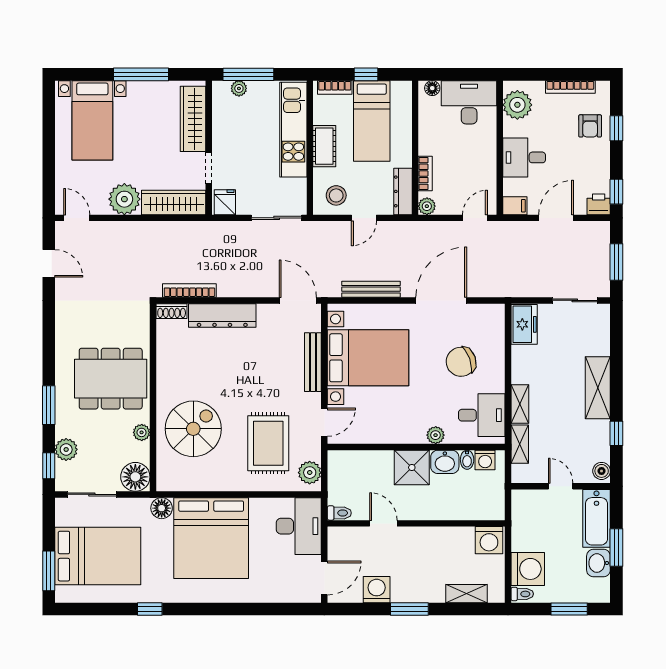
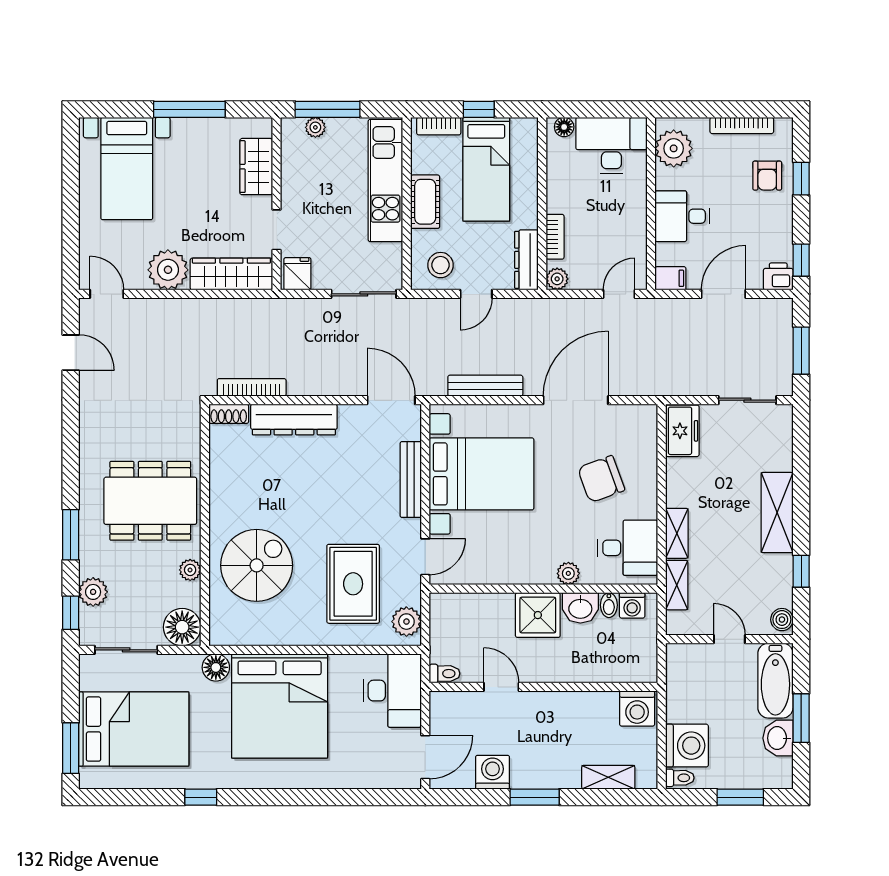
wardrobe: (193, 119) -> (256, 167), width x0.67

